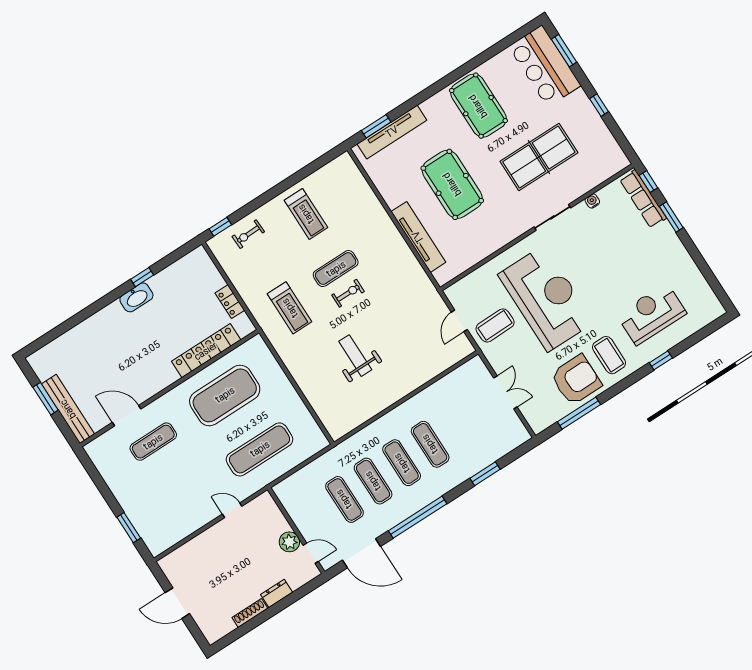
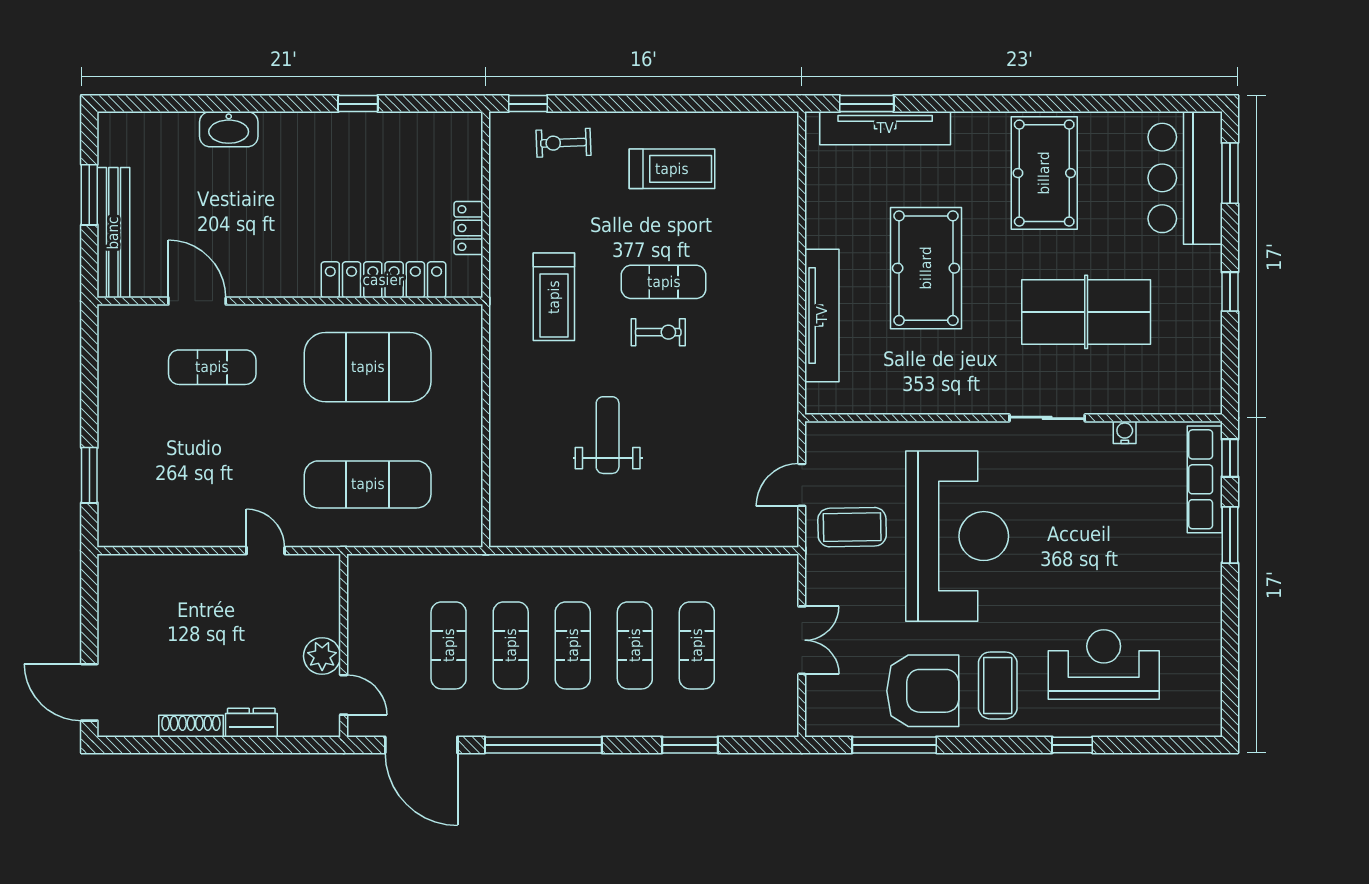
treadmill: (306, 214) -> (672, 169), turned -90
washbasin: (136, 297) -> (229, 129), moved
exercise mat: (459, 426) -> (697, 645), added
door: (177, 603) -> (89, 692), moved

